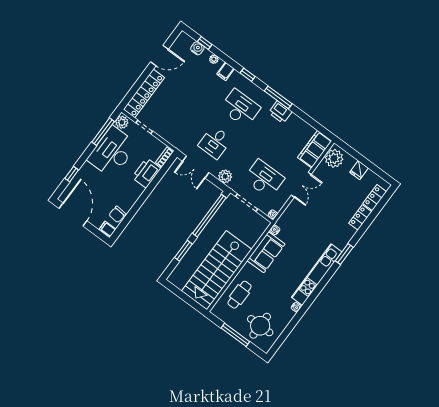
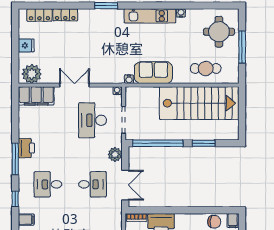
desk: (240, 108) -> (48, 184), width x0.73
kitchen unit: (317, 275) -> (150, 16), width x0.73

